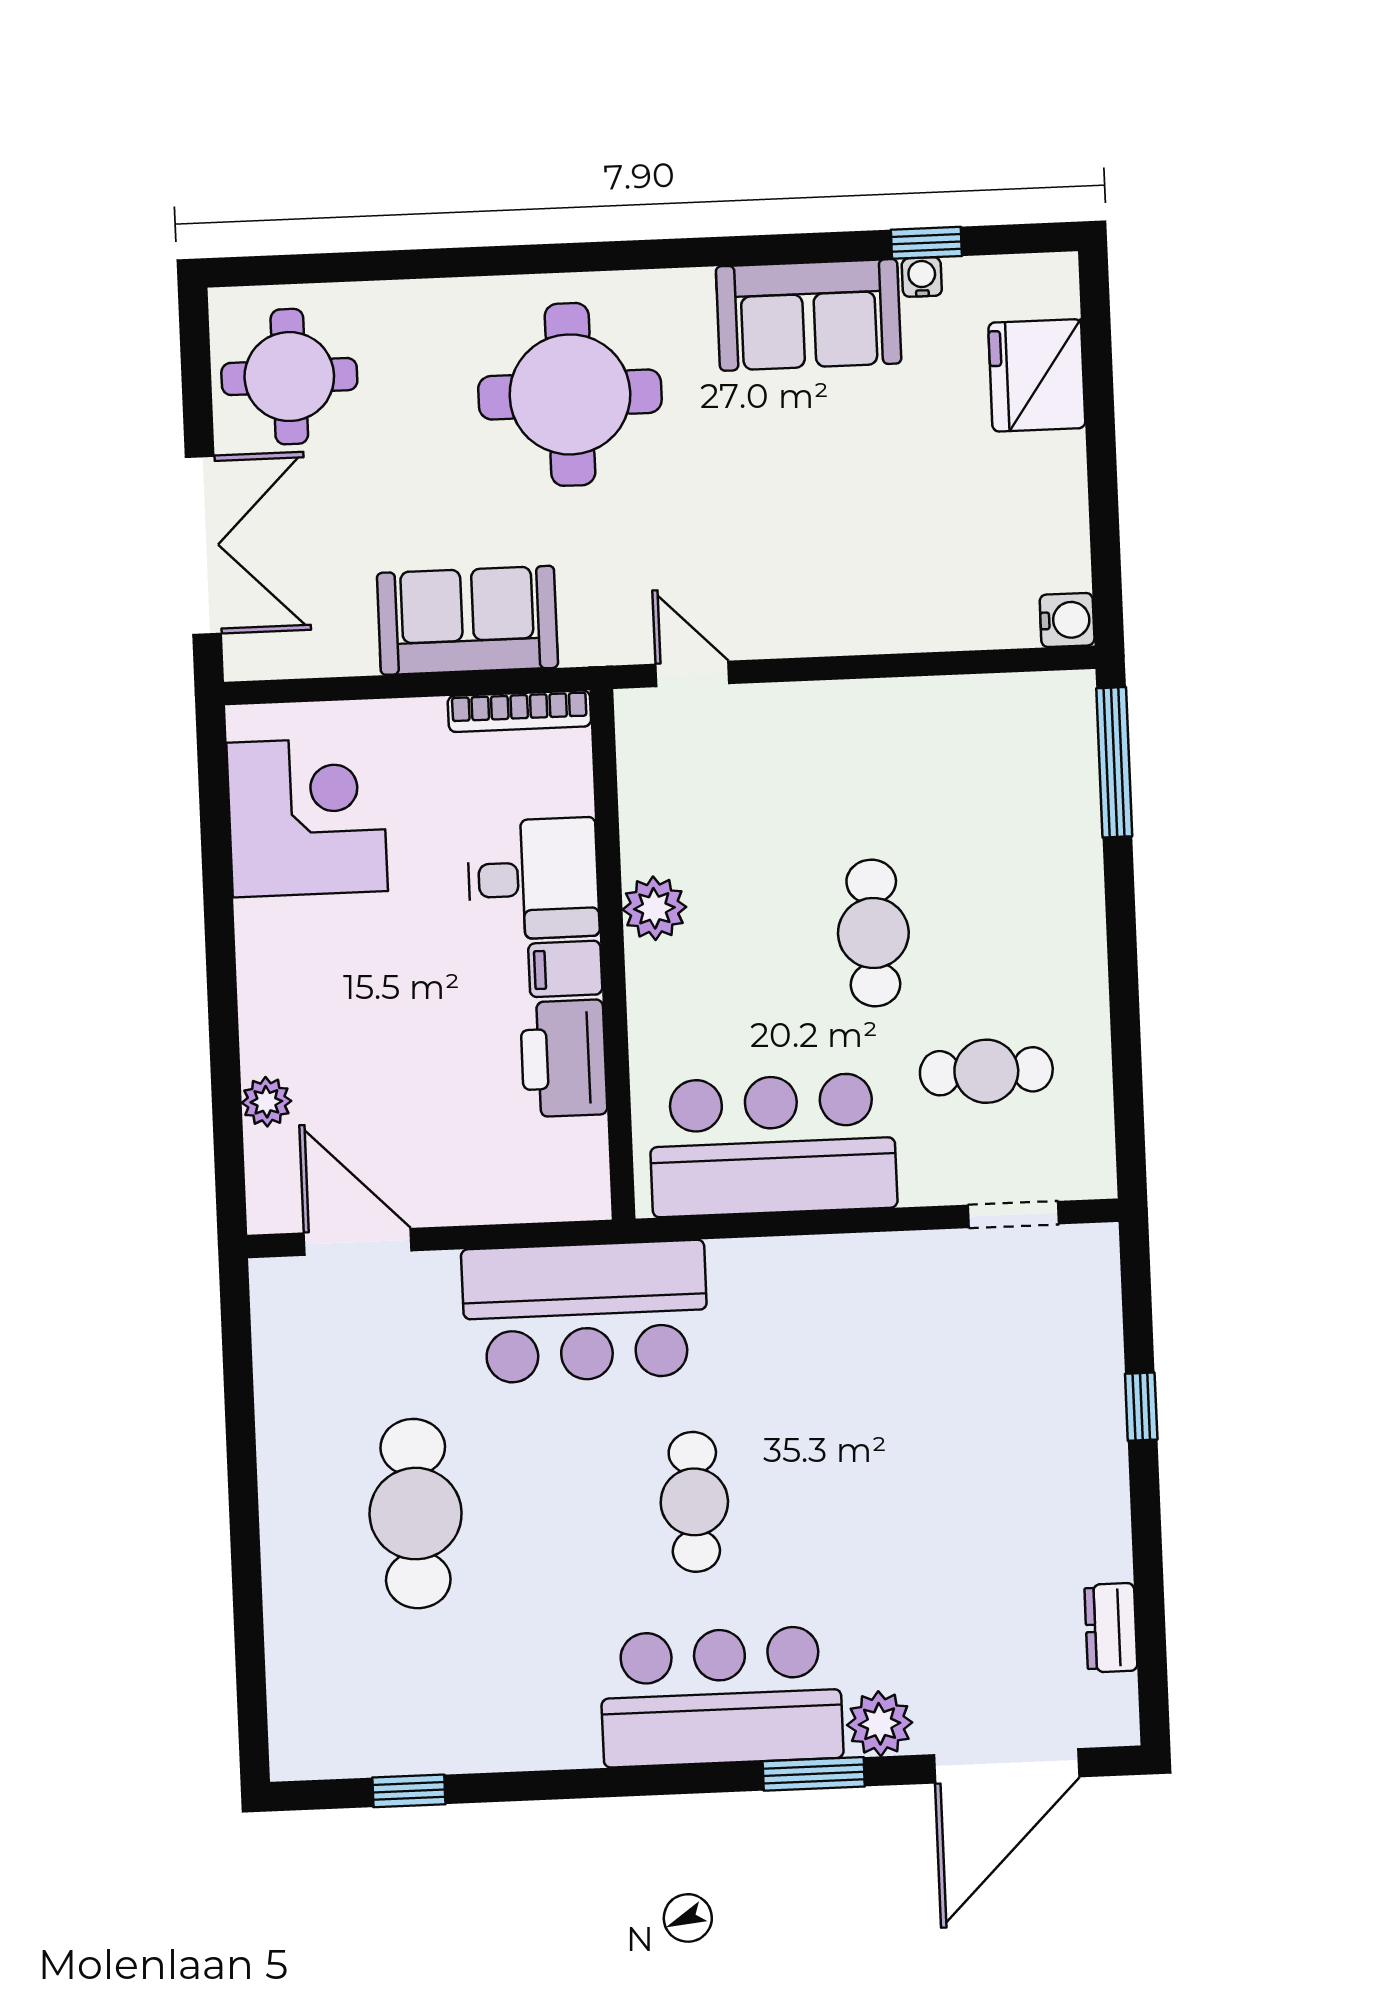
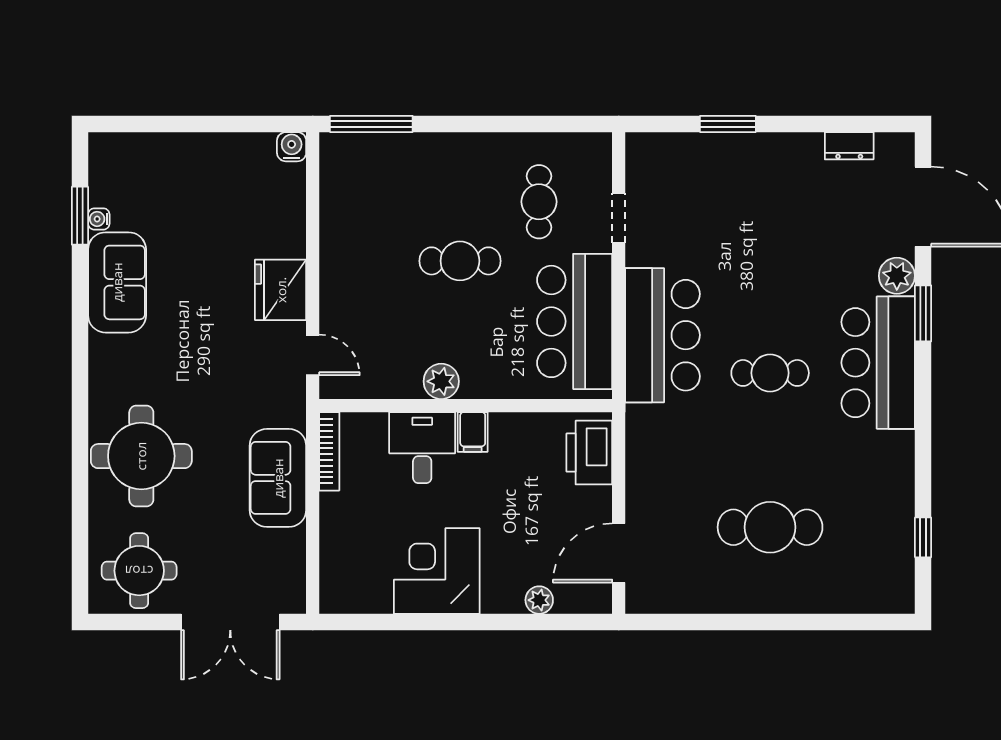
window: (926, 243) -> (80, 216), width x1.50
fridge: (1037, 375) -> (281, 290), moved, turned 90
round table: (570, 394) -> (141, 456), moved
double door: (203, 545) -> (230, 622), swing flipped
door: (692, 674) -> (313, 355), swing flipped
corner desk: (307, 817) -> (437, 571), moved
printer: (564, 1058) -> (589, 453), moved, turned 90
doorway: (1013, 1214) -> (619, 218), moved
bar counter: (585, 1312) -> (663, 335), moved
window: (1141, 1407) -> (728, 124), width x1.50

